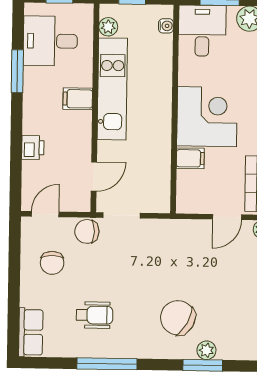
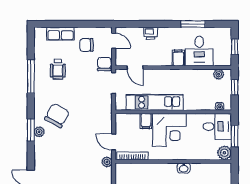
desk: (50, 41) -> (199, 51), moved, turned 180
kitchen unit: (112, 89) -> (155, 102), moved, turned 180
row of seats: (31, 332) -> (61, 34), moved

